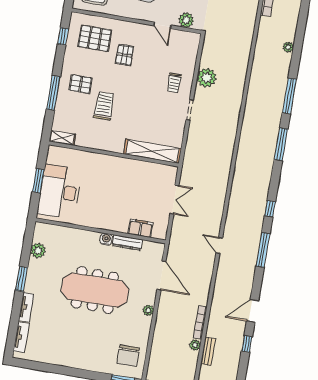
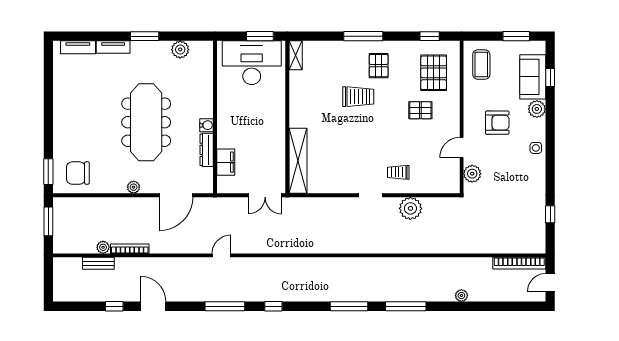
shelving: (62, 138) -> (296, 55), moved
shelving: (152, 151) -> (298, 161), moved
wall: (114, 154) -> (287, 117), moved

